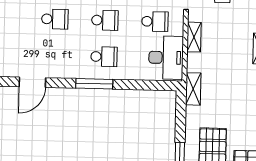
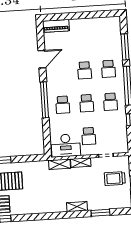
door: (32, 82) -> (42, 59), swing flipped
window: (94, 84) -> (44, 100), width x1.46
shelving: (193, 89) -> (59, 164), moved

